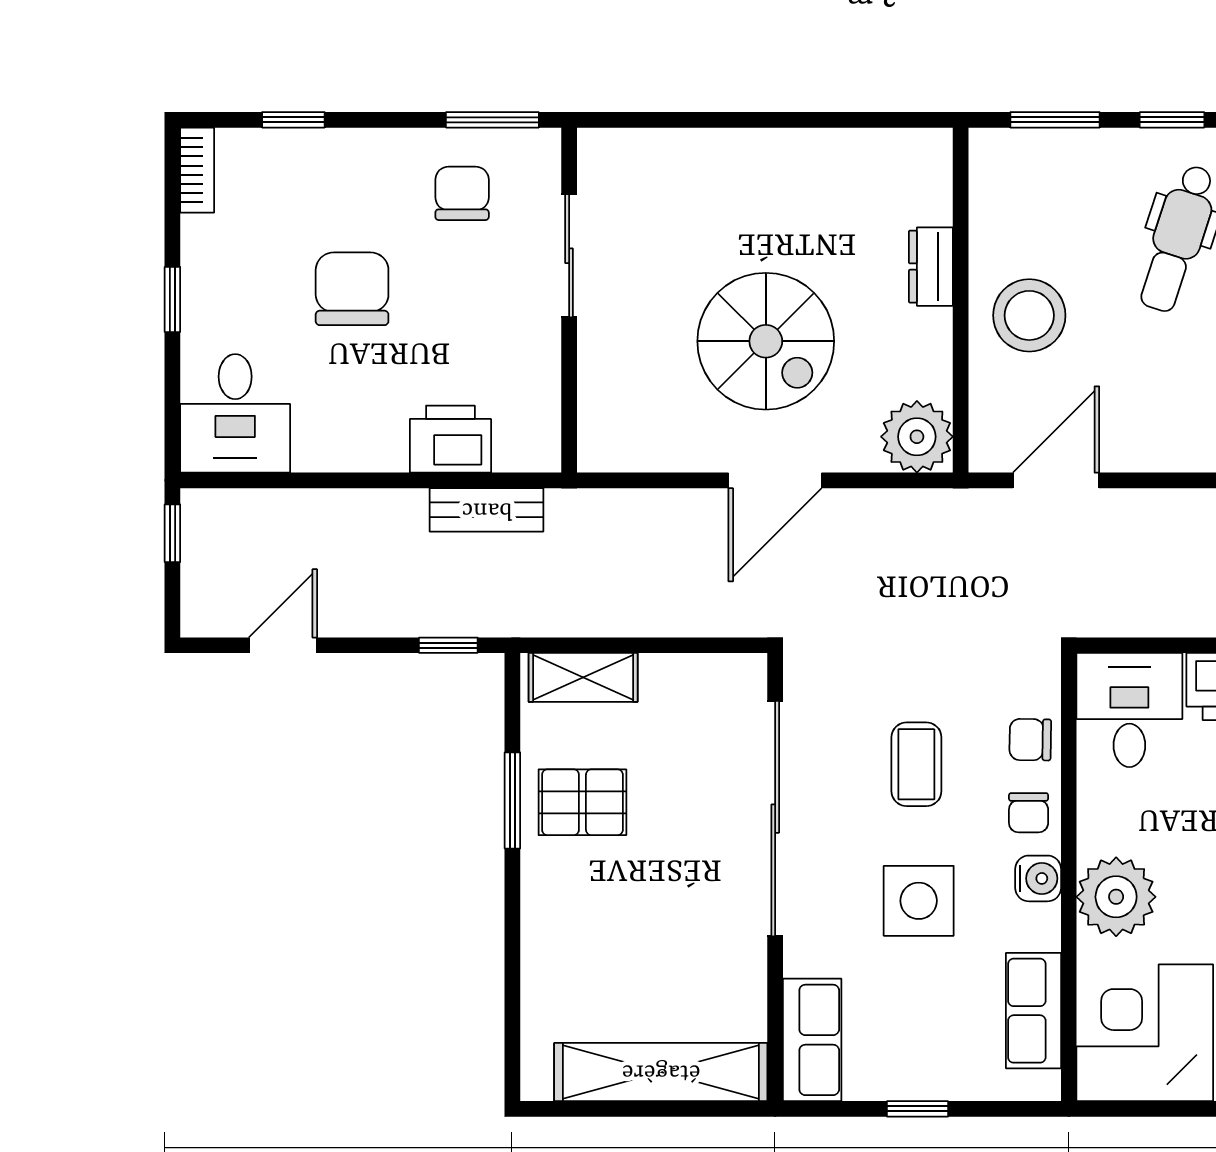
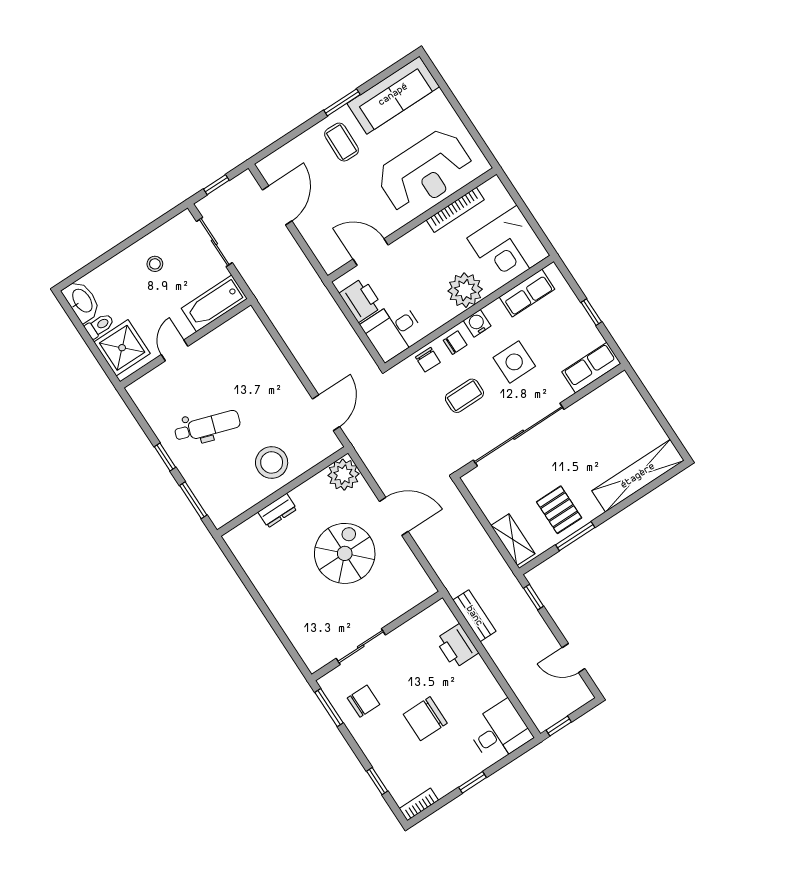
chair: (462, 193) -> (363, 701), turned 180
door: (1056, 480) -> (326, 413), swing flipped
shelving: (661, 1072) -> (638, 476), moved, turned 90

